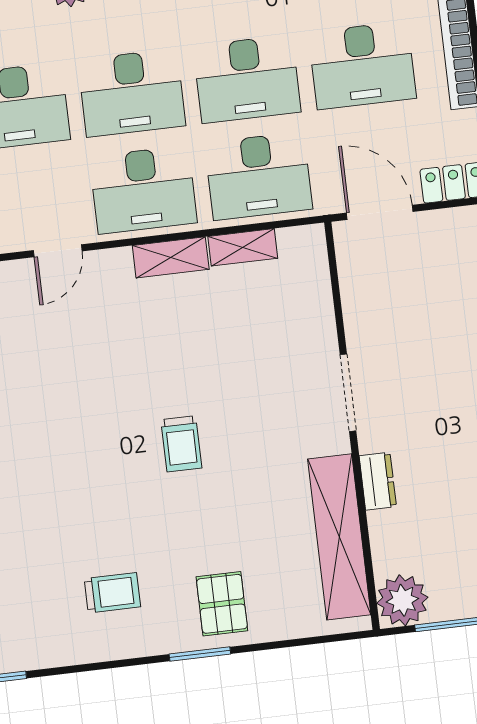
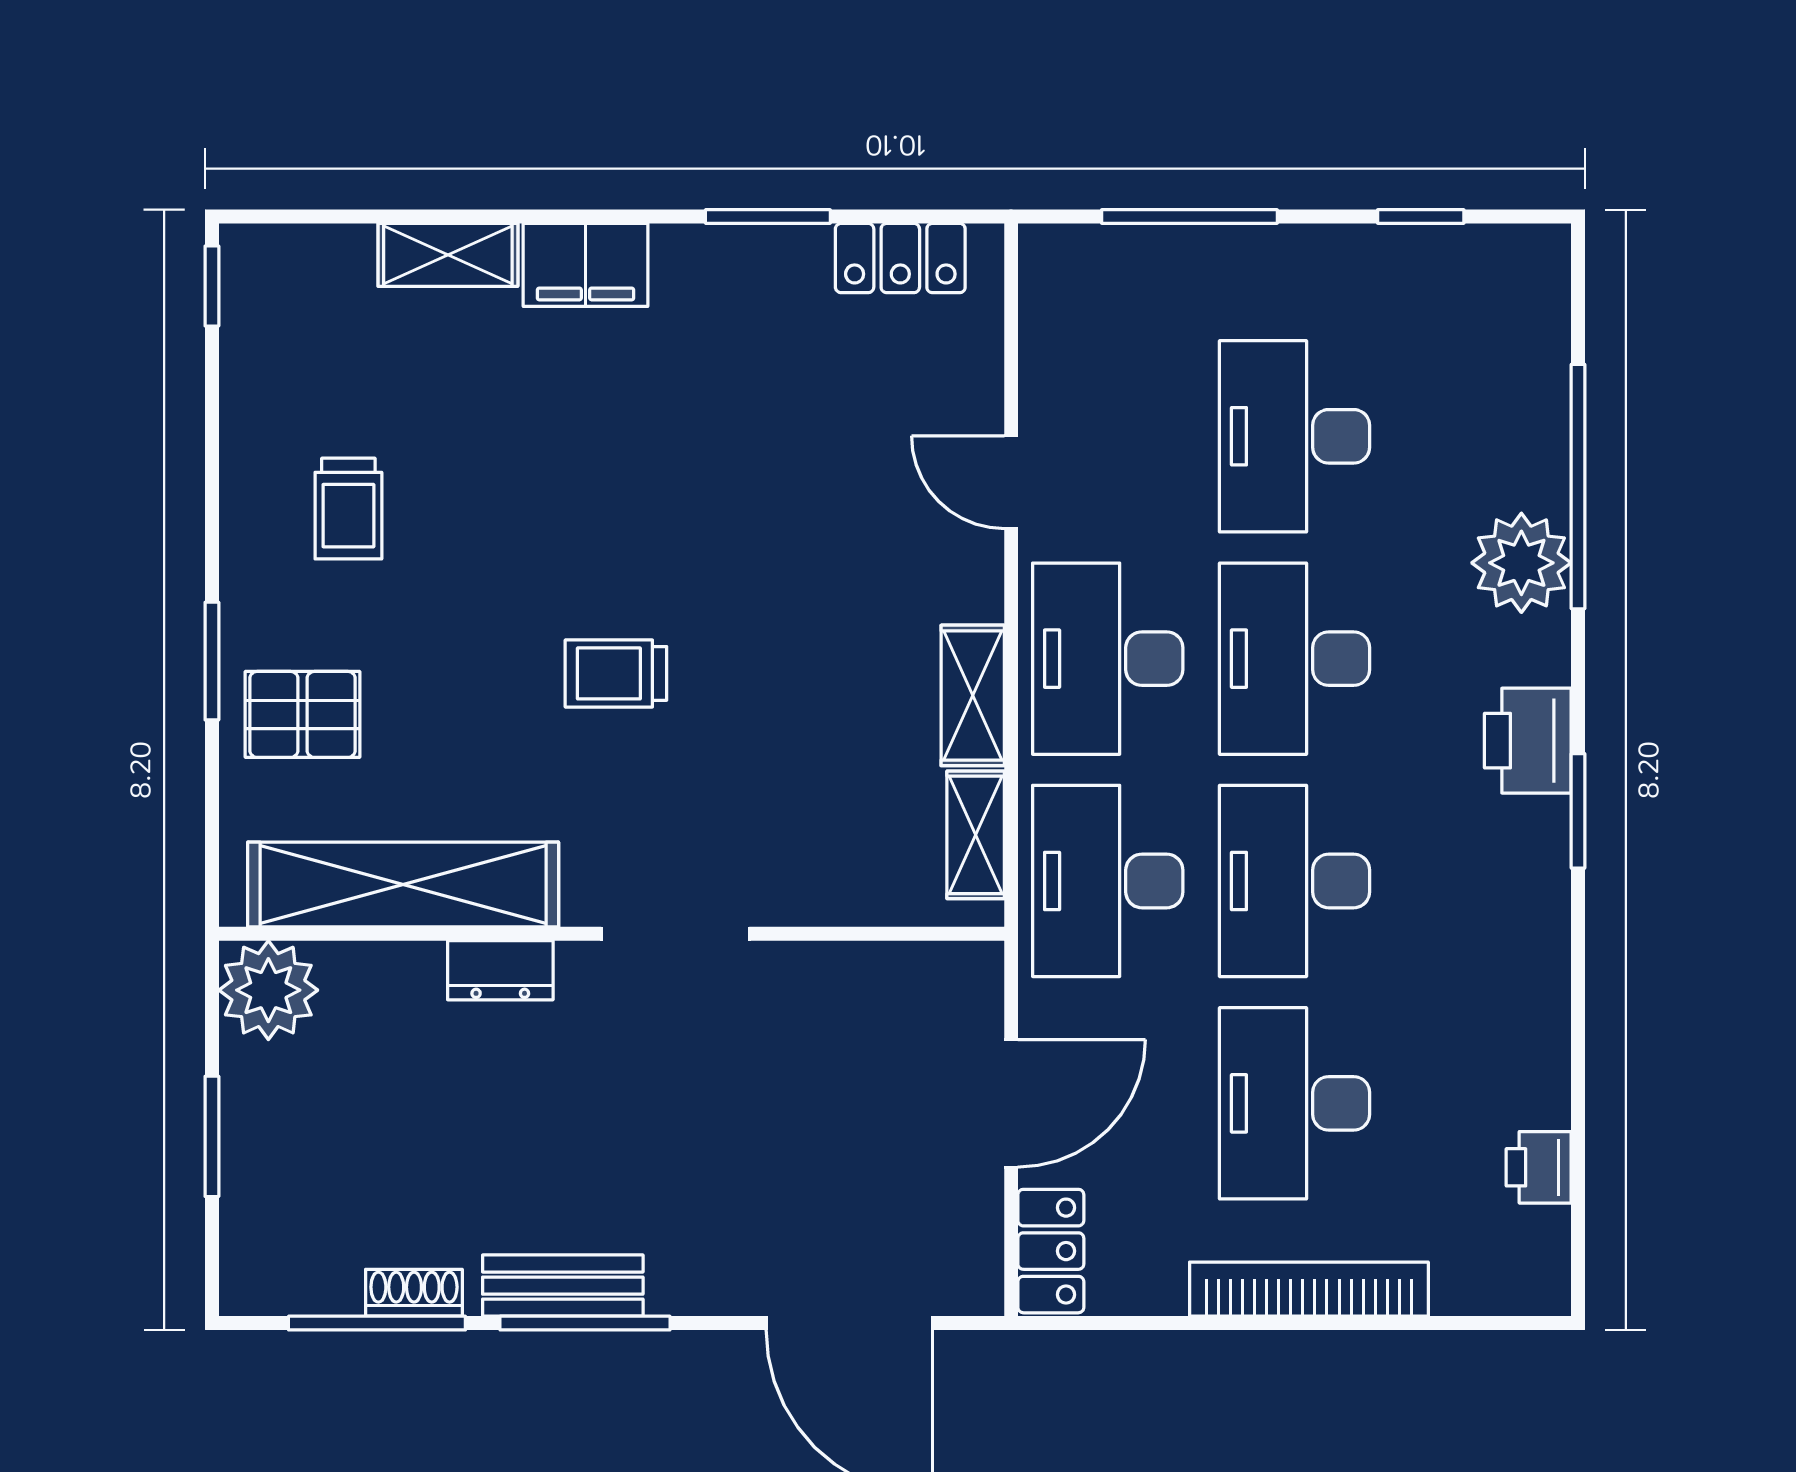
doorway: (348, 393) -> (675, 934), moved
wall: (352, 426) -> (612, 934), moved
dresser: (378, 481) -> (500, 970), moved
shelving: (339, 537) -> (403, 885), moved
plant: (402, 600) -> (268, 990), moved

